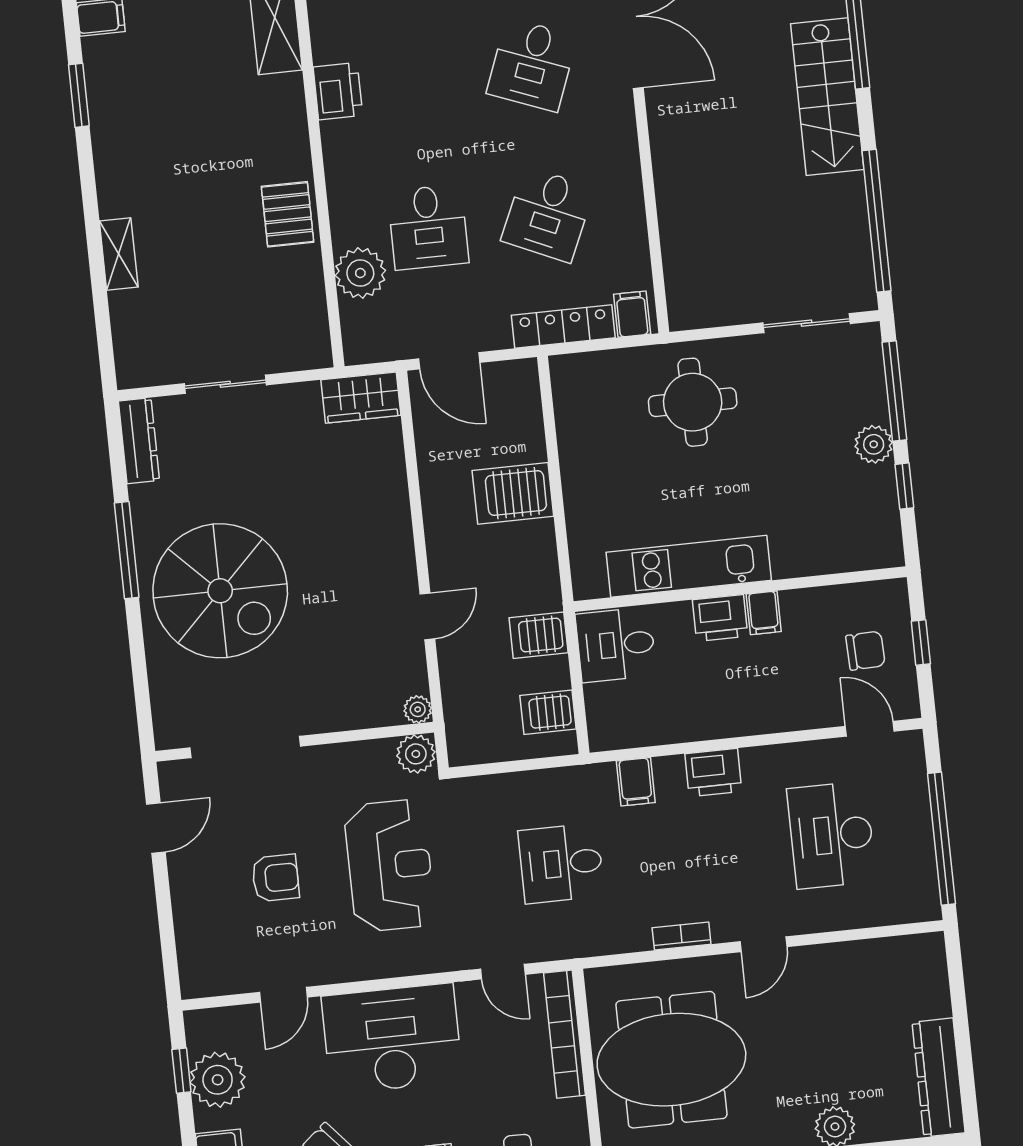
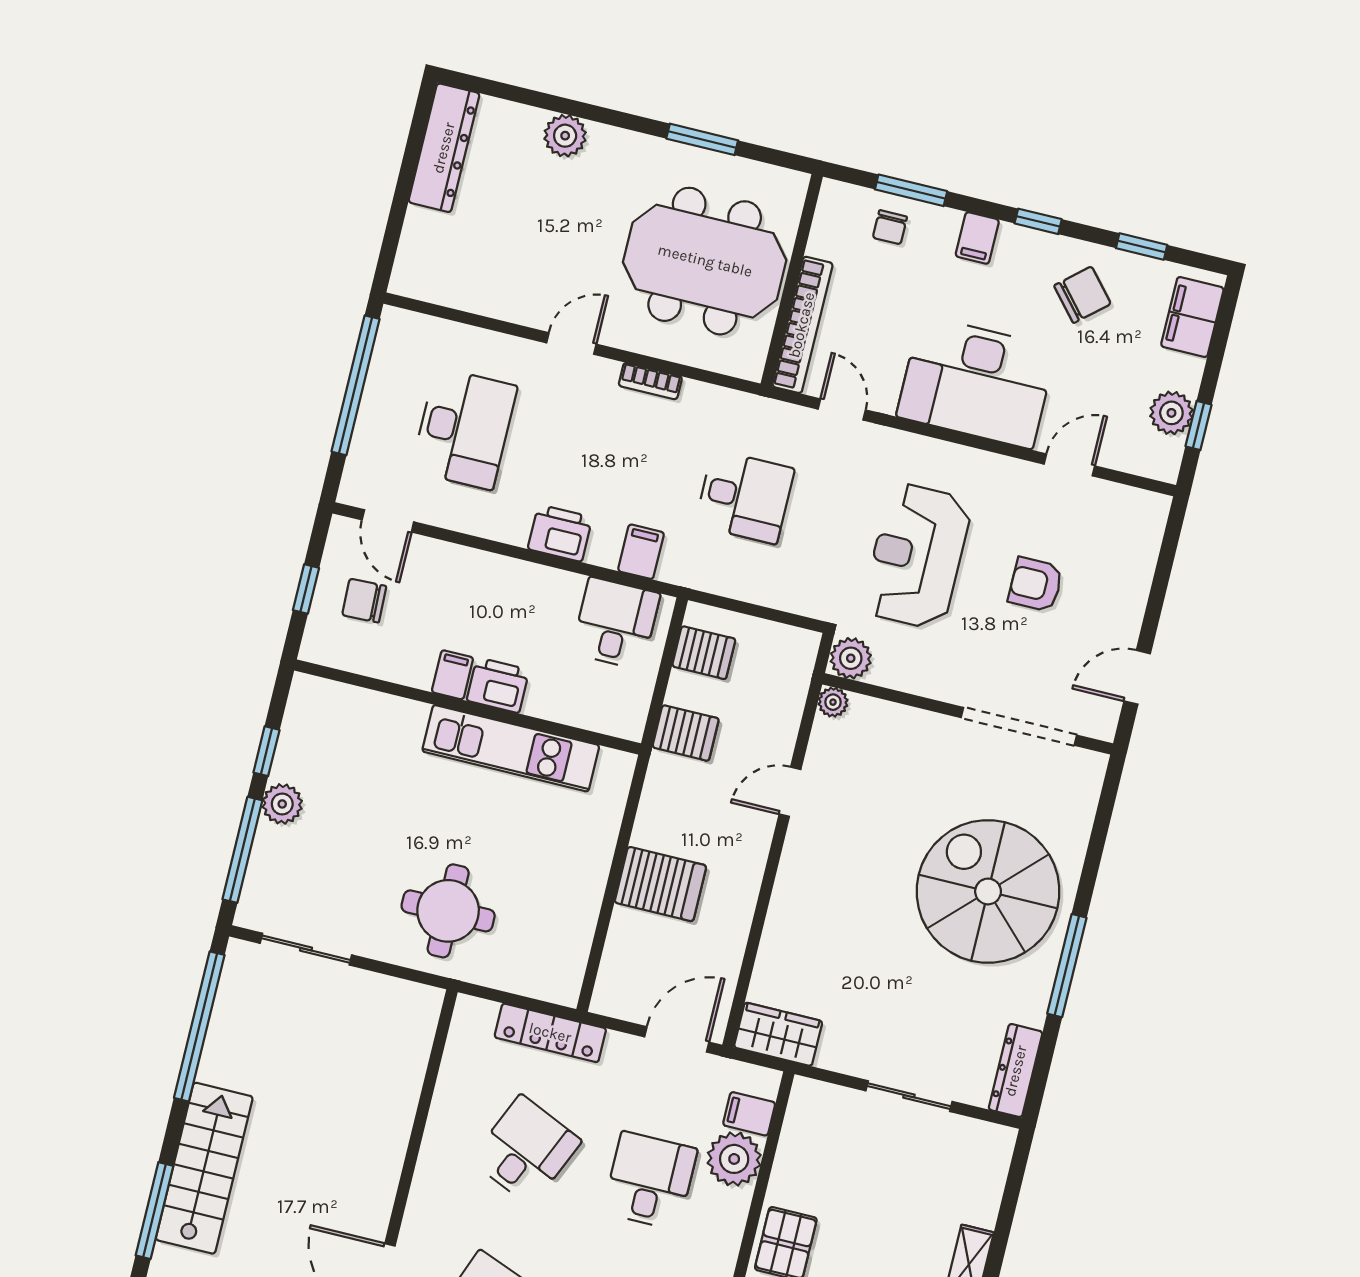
filing cabinet: (632, 314) -> (749, 1114), moved, turned 90
door: (449, 361) -> (677, 1039), hinge flipped
desk: (616, 645) -> (616, 623), moved, turned -90
plant: (218, 1080) -> (1171, 413), width x0.73, depth x0.73

